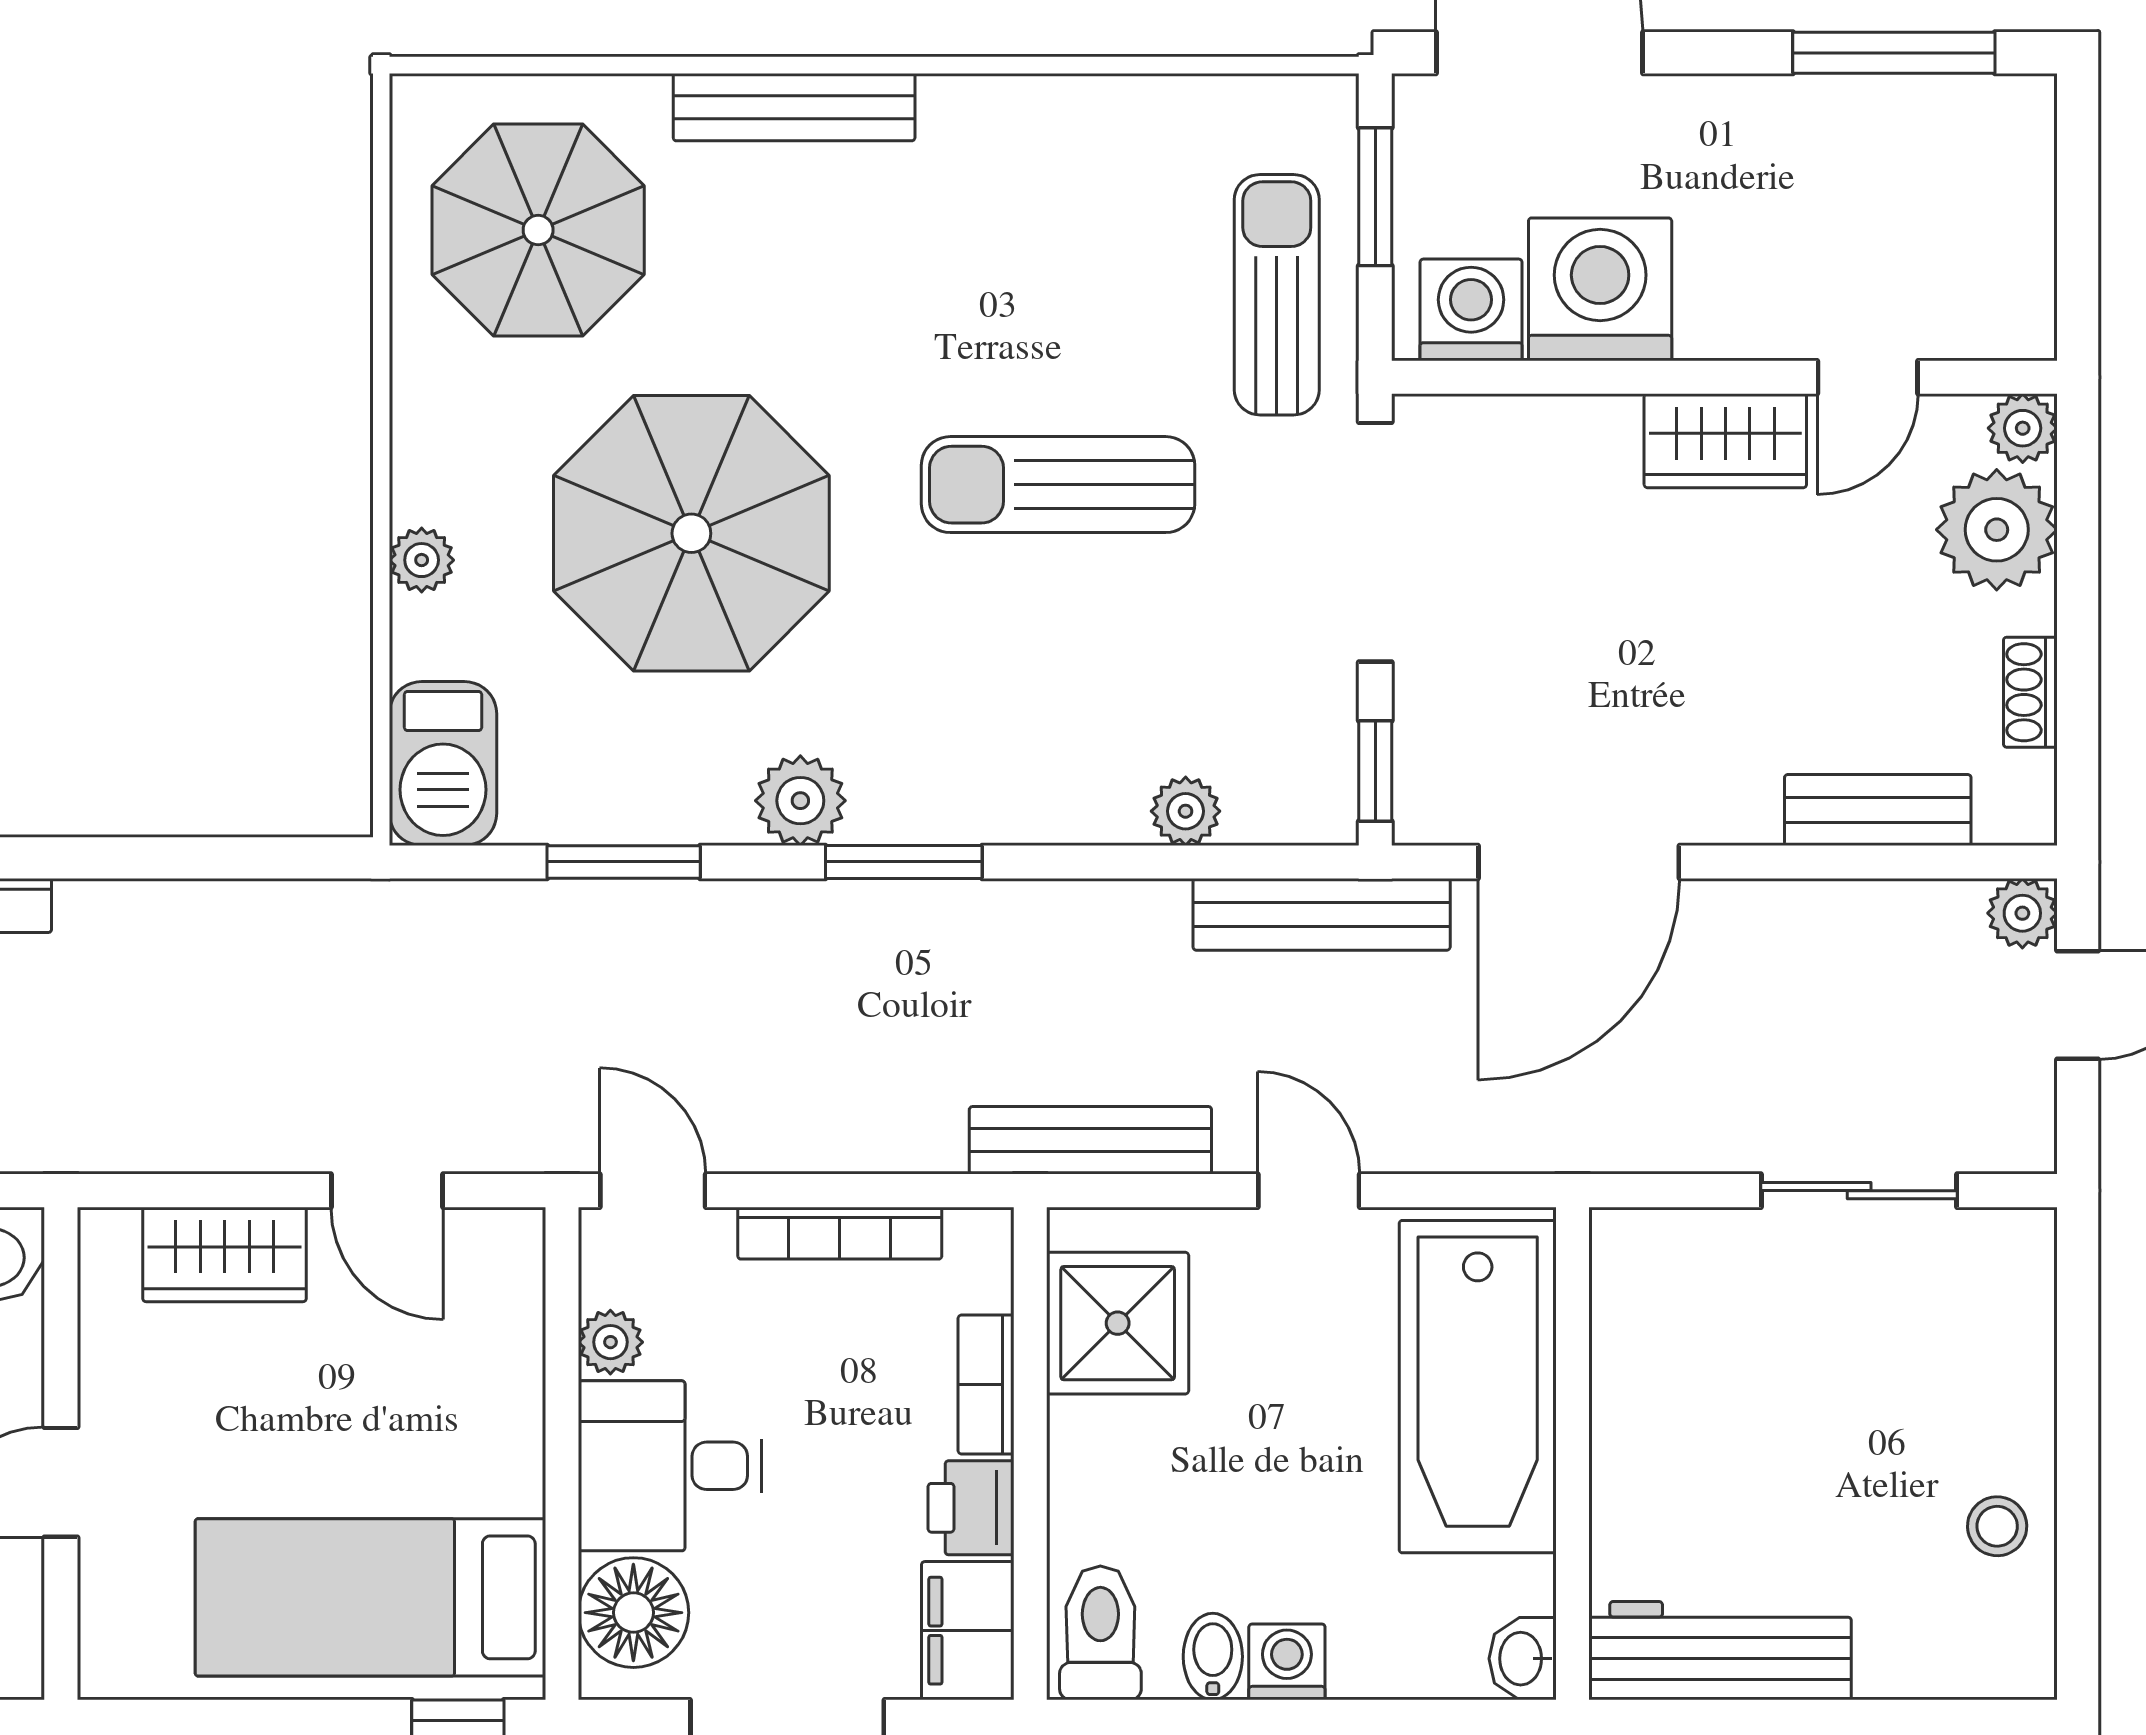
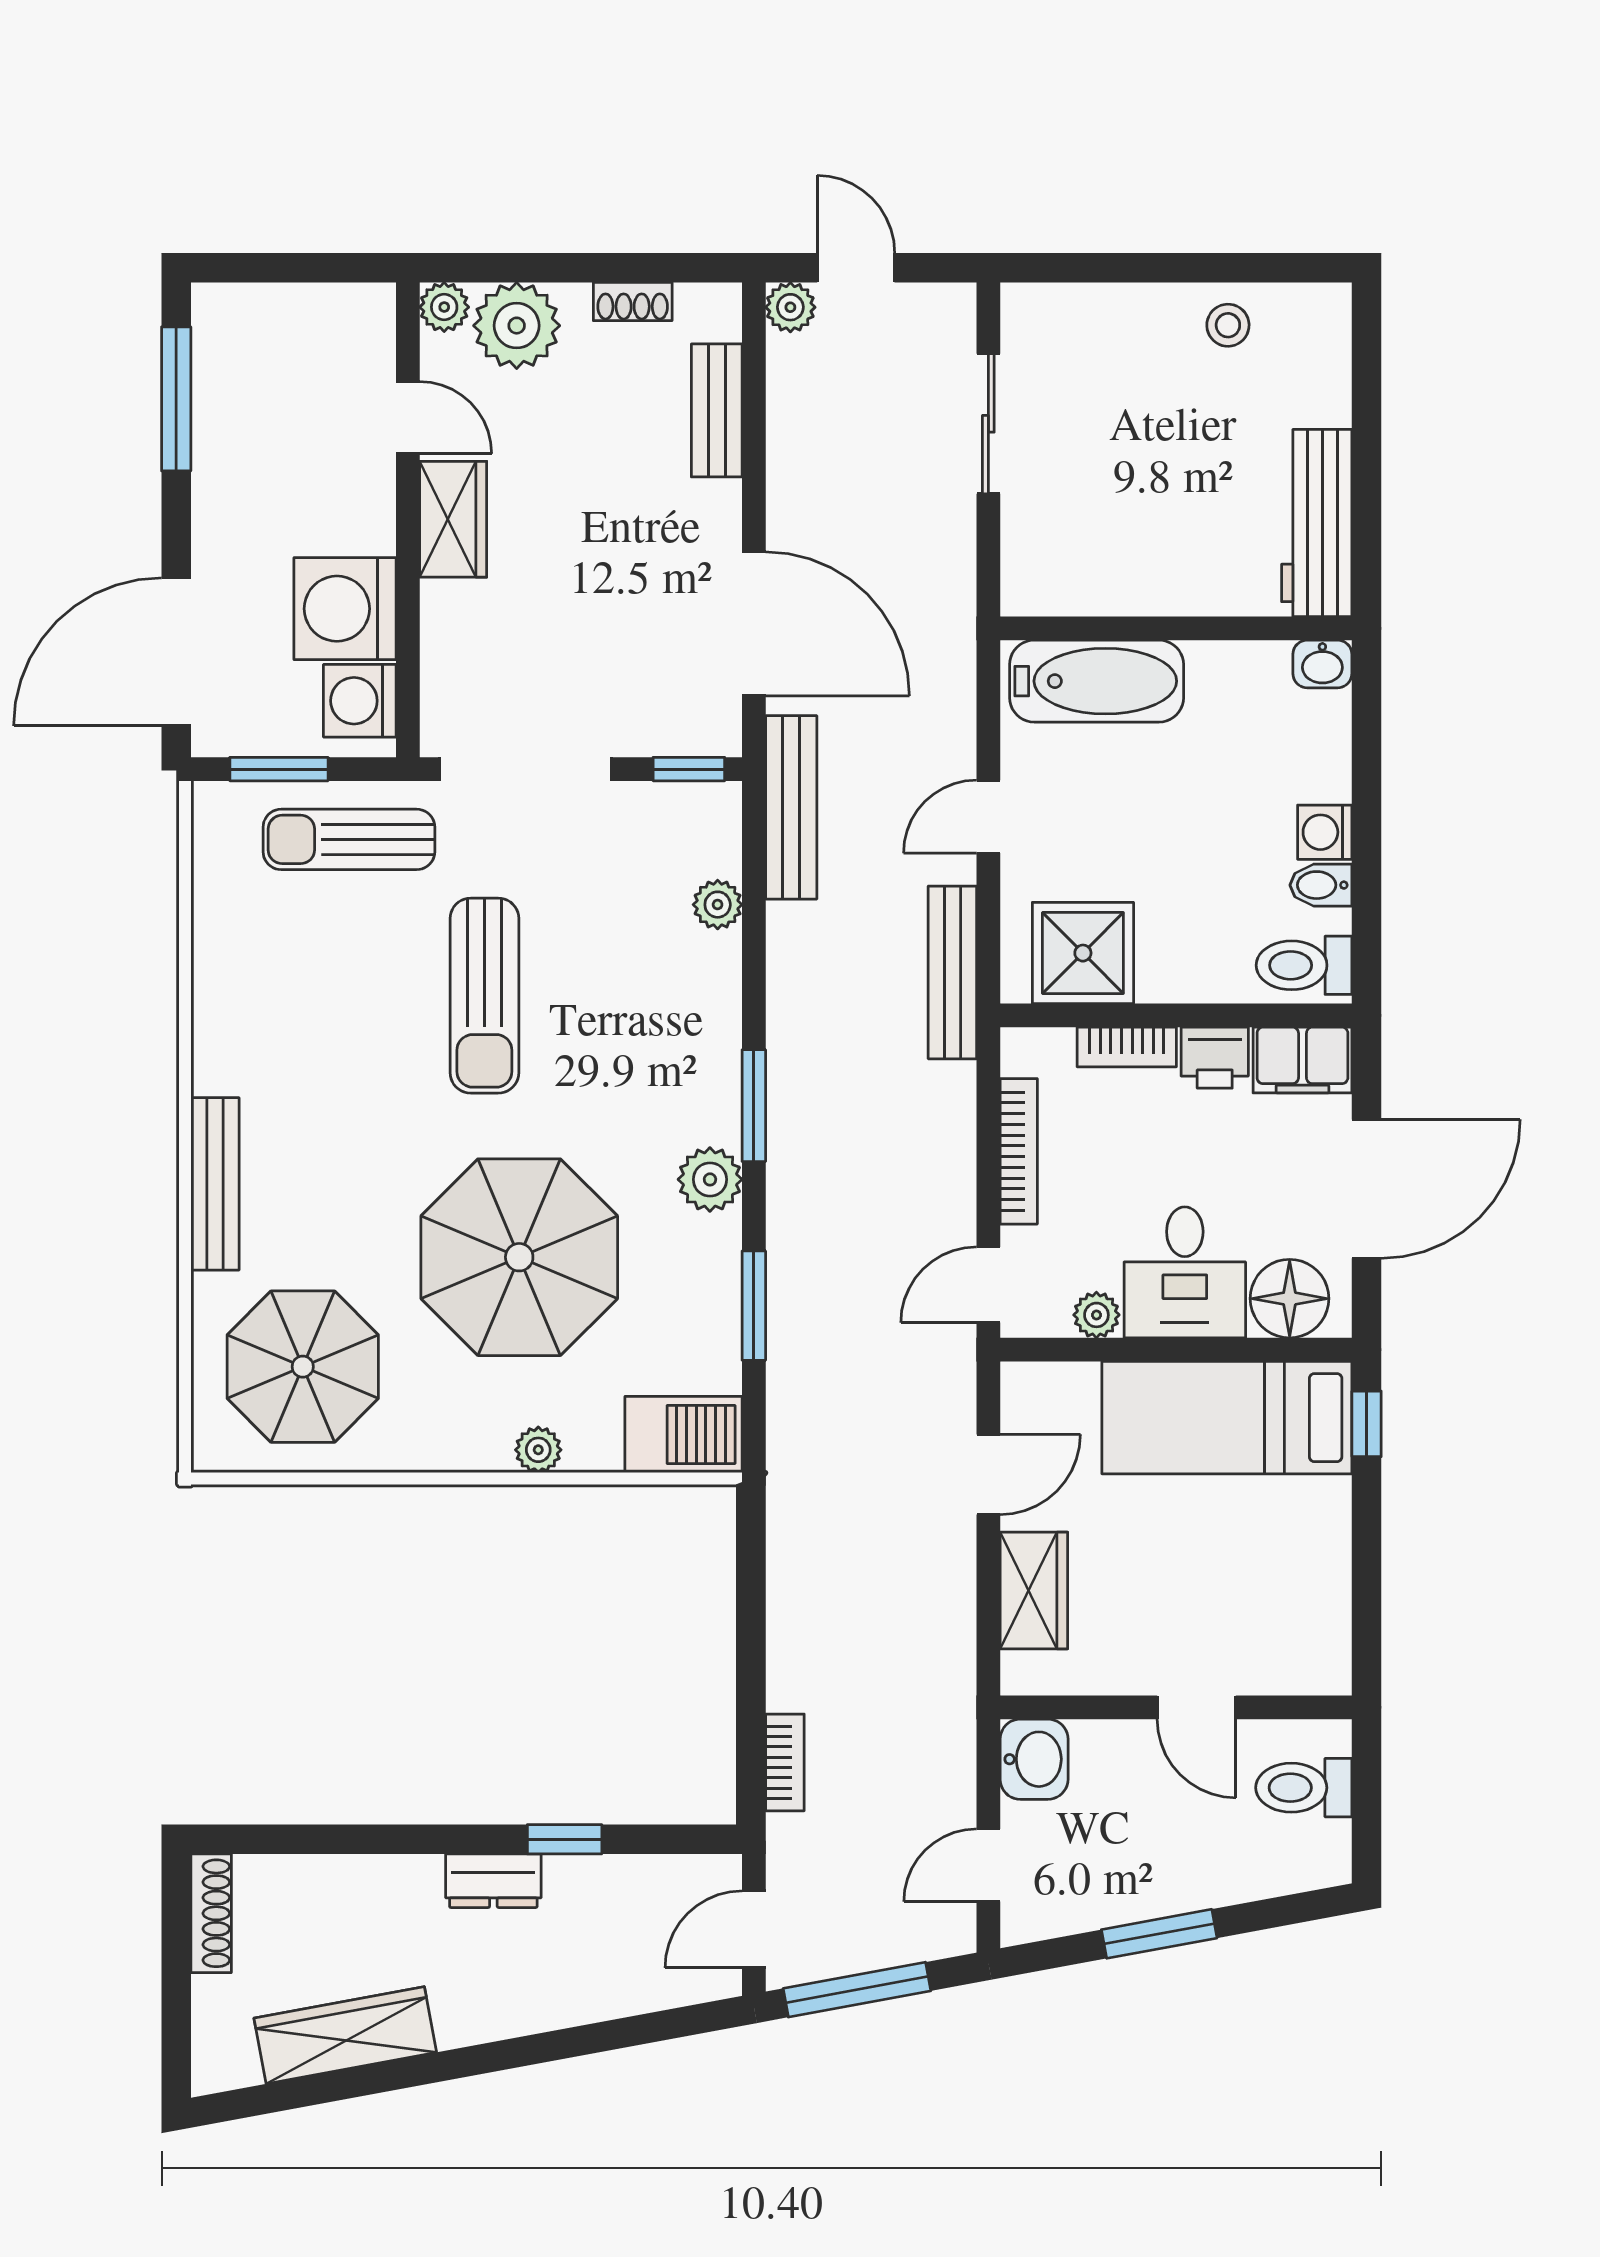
bathtub: (1478, 1387) -> (1097, 681), width x0.73, depth x0.73
bed: (370, 1597) -> (1227, 1418), moved, turned 90

